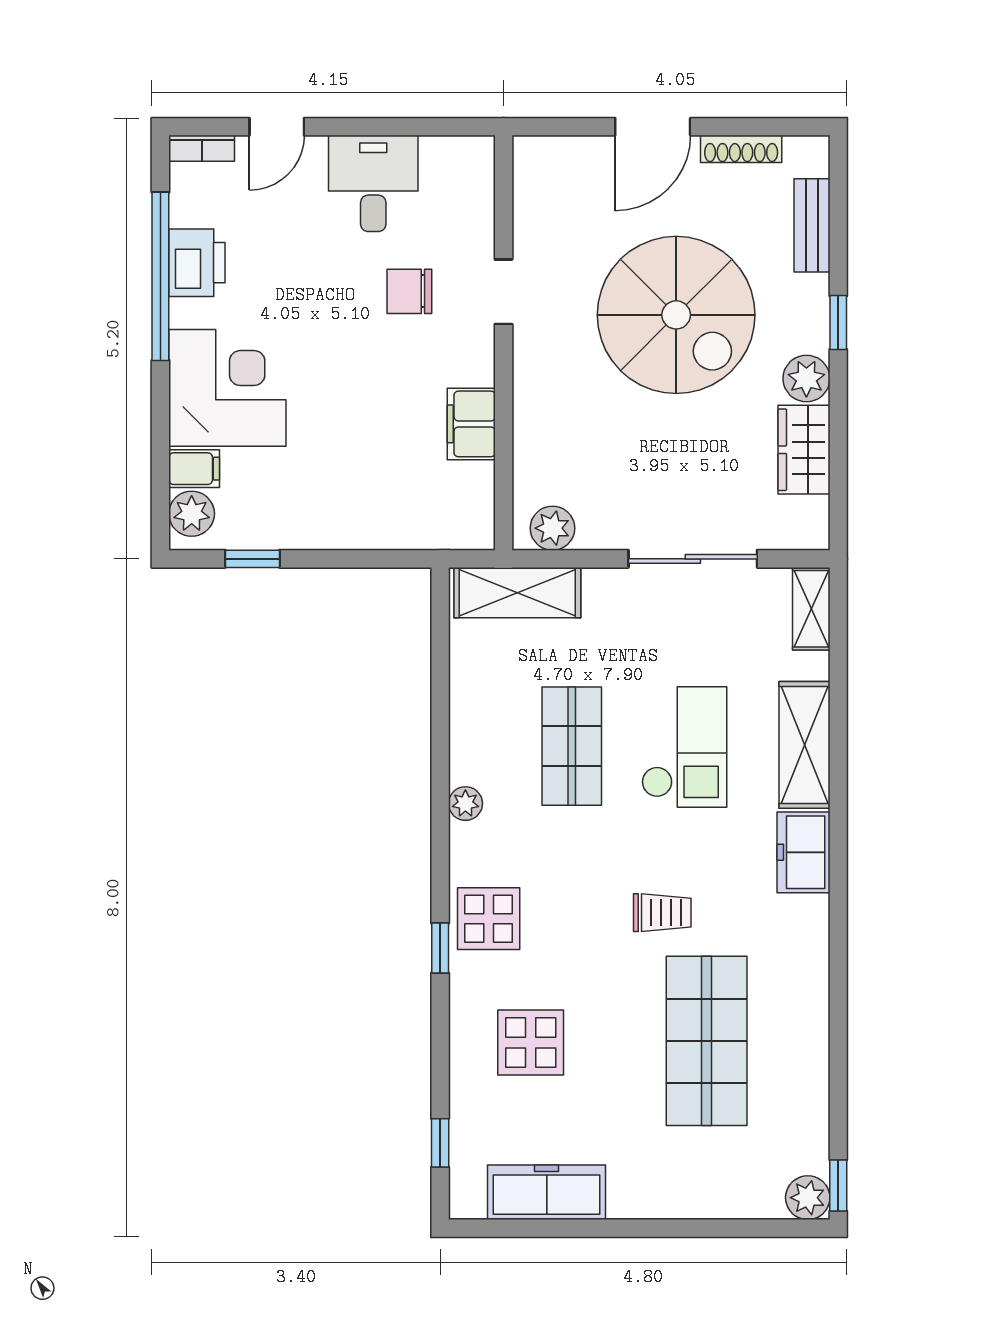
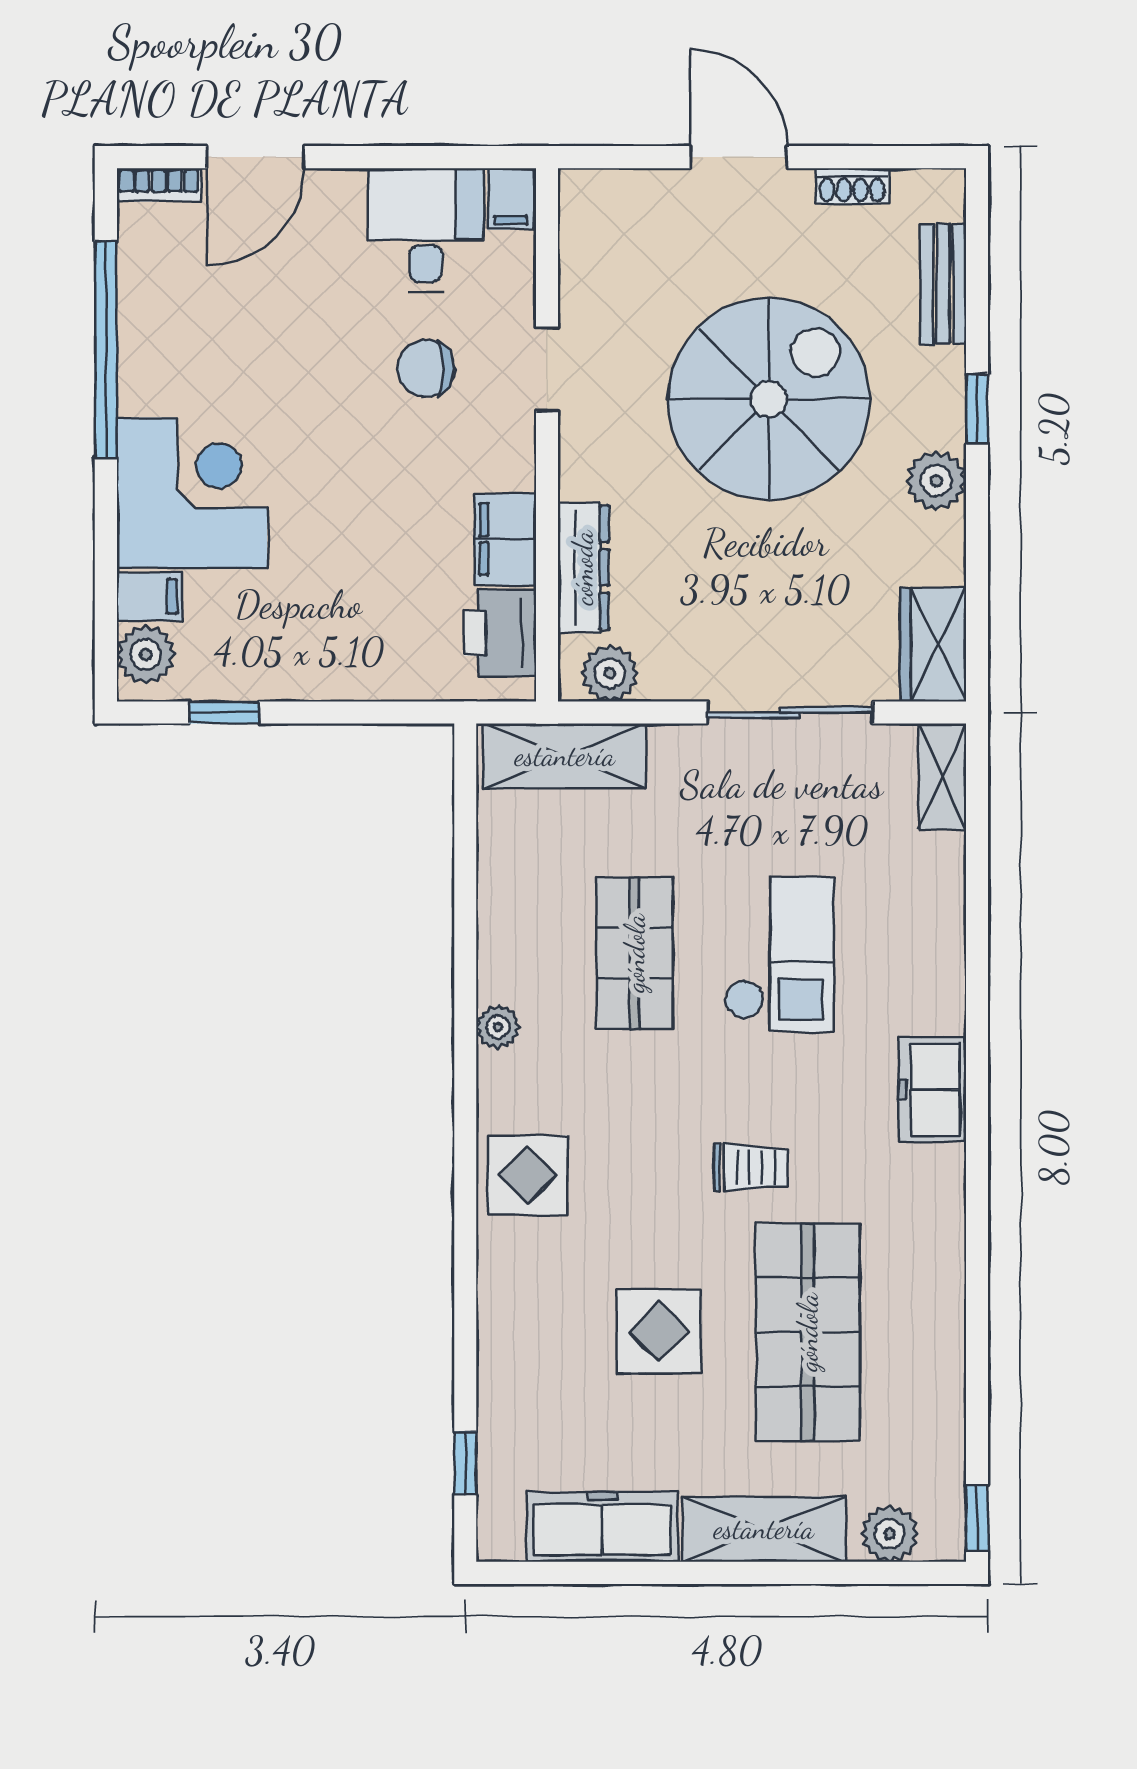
door: (277, 127) -> (255, 157), width x1.38
door: (653, 127) -> (739, 157), swing flipped
shoe rack: (741, 149) -> (852, 186), width x0.70
filing cabinet: (475, 159) -> (511, 199), added
desk: (373, 183) -> (426, 230), moved
printer: (197, 263) -> (500, 633), moved, turned 180
spiral stairs: (676, 315) -> (769, 399), turned -90
dresser: (532, 446) -> (583, 568), added
wardrobe: (804, 450) -> (933, 645), moved
shelving: (804, 745) -> (764, 1529), moved, turned 90
window: (440, 948) -> (465, 1213), removed
display table: (531, 1043) -> (659, 1331), moved
plant: (808, 1198) -> (890, 1534), moved

